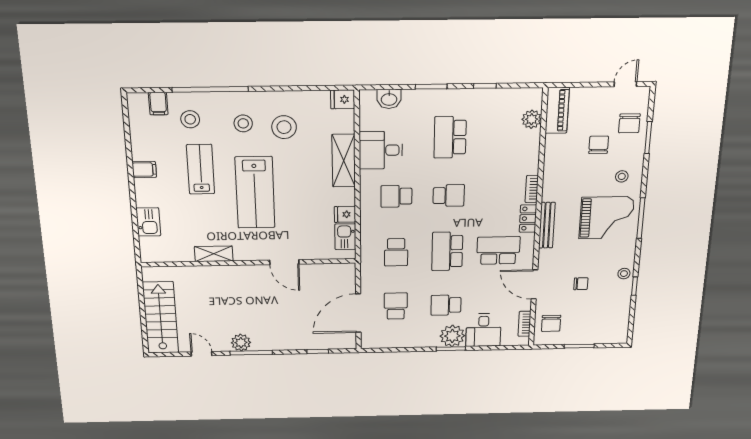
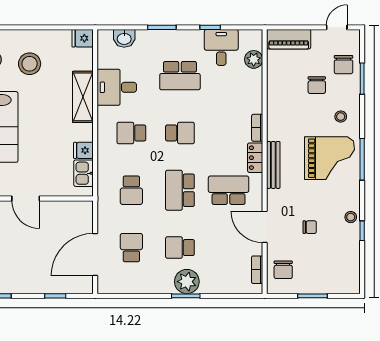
piano: (557, 110) -> (289, 39), moved, turned 90
school desk: (450, 137) -> (180, 76), turned -90
chair: (599, 145) -> (317, 85), turned 180
desk: (483, 330) -> (221, 47), moved, turned 180

